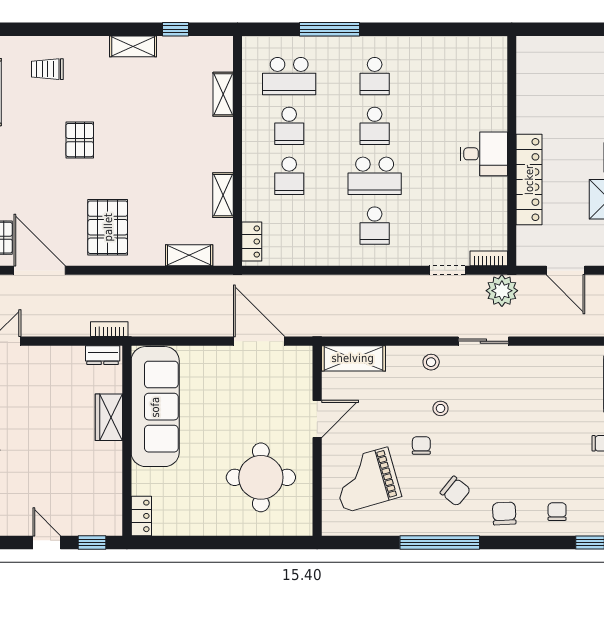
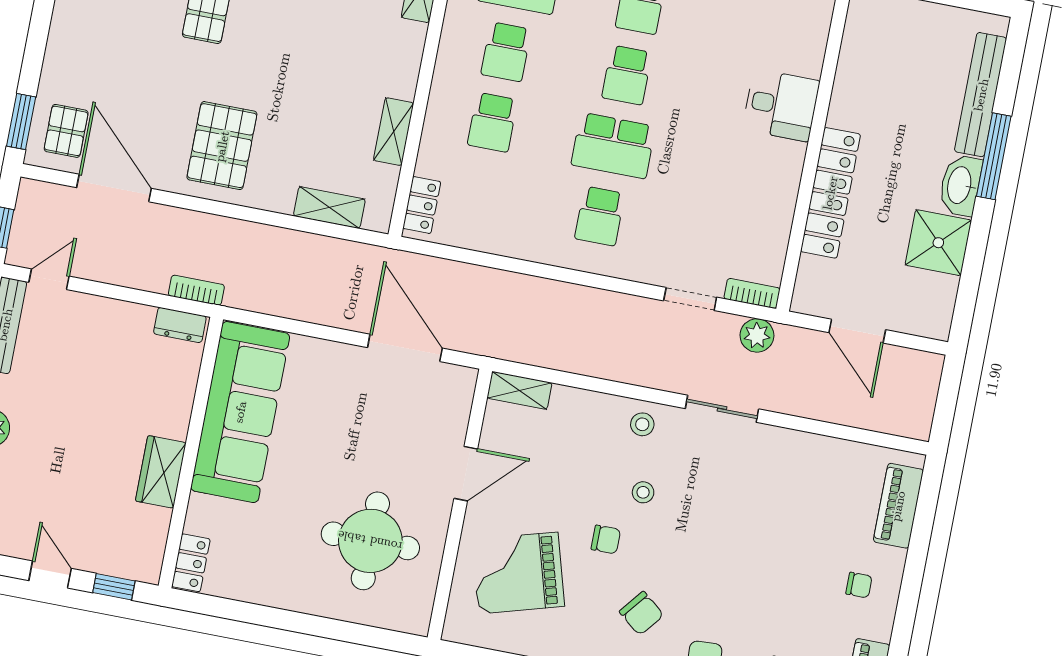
desk: (484, 154) -> (781, 105), moved
plant: (502, 291) -> (757, 335), width x0.73, depth x0.73
shelving: (353, 358) -> (519, 390), width x0.67, depth x0.75
wardrobe: (109, 417) -> (161, 472), moved
chair: (421, 445) -> (606, 539), turned 90

